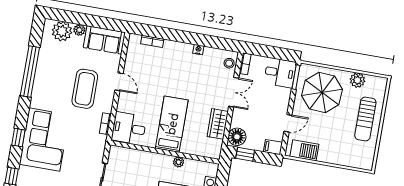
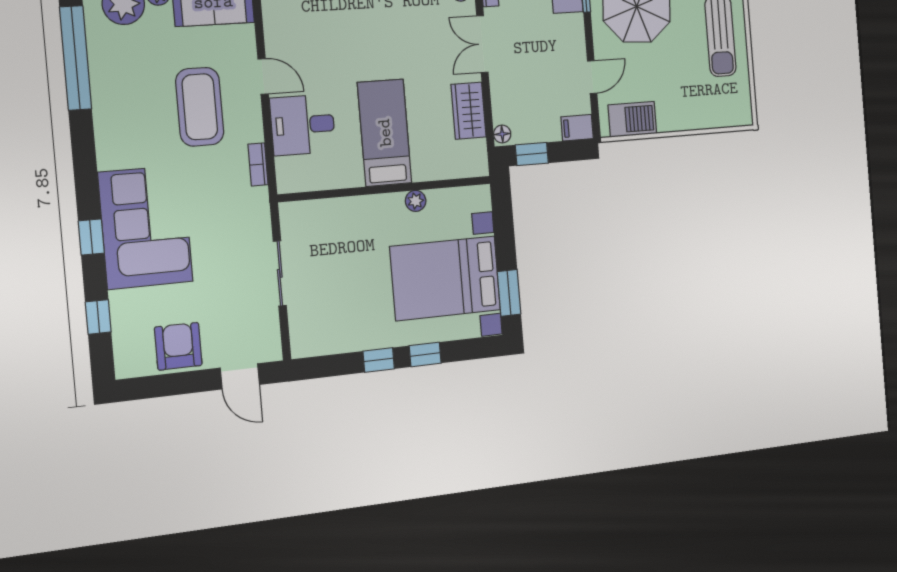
window: (30, 72) -> (76, 58), moved
double door: (234, 92) -> (482, 44), swing flipped
desk: (129, 128) -> (303, 125), moved
floor lamp: (237, 137) -> (502, 134), width x0.53, depth x0.53

